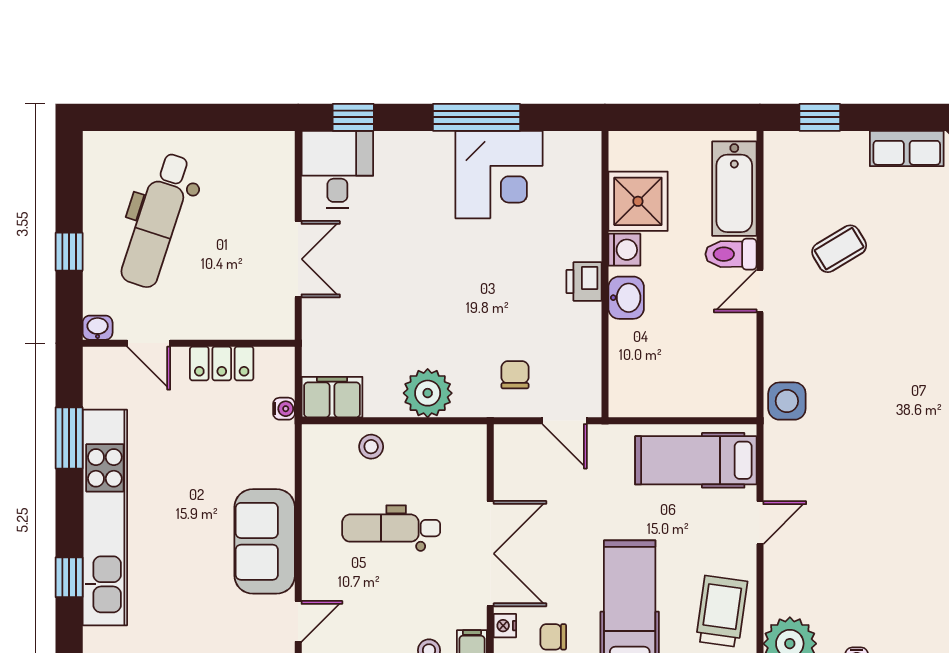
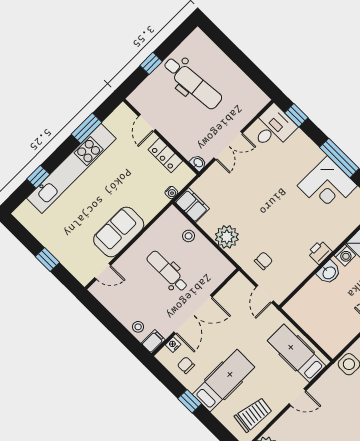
dental chair: (157, 220) -> (193, 83), turned -113
washbasin: (98, 328) -> (198, 163), moved

